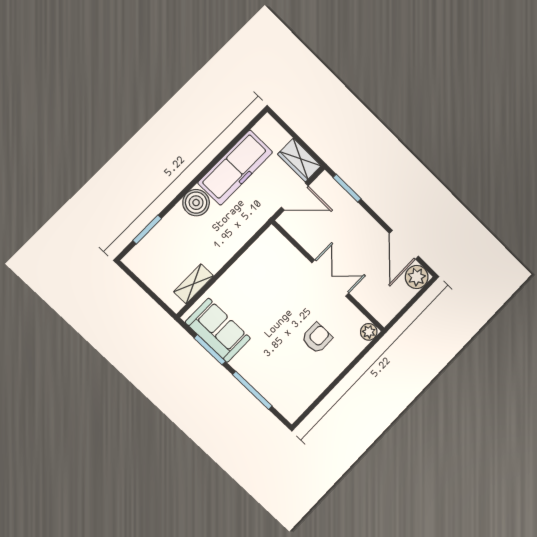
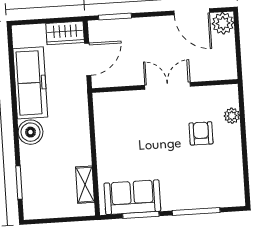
plant: (369, 332) -> (232, 116), moved

